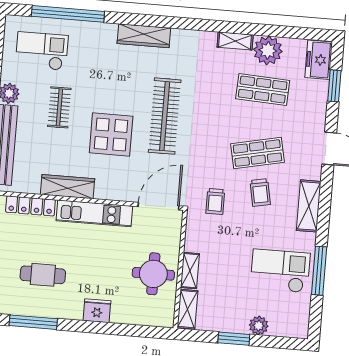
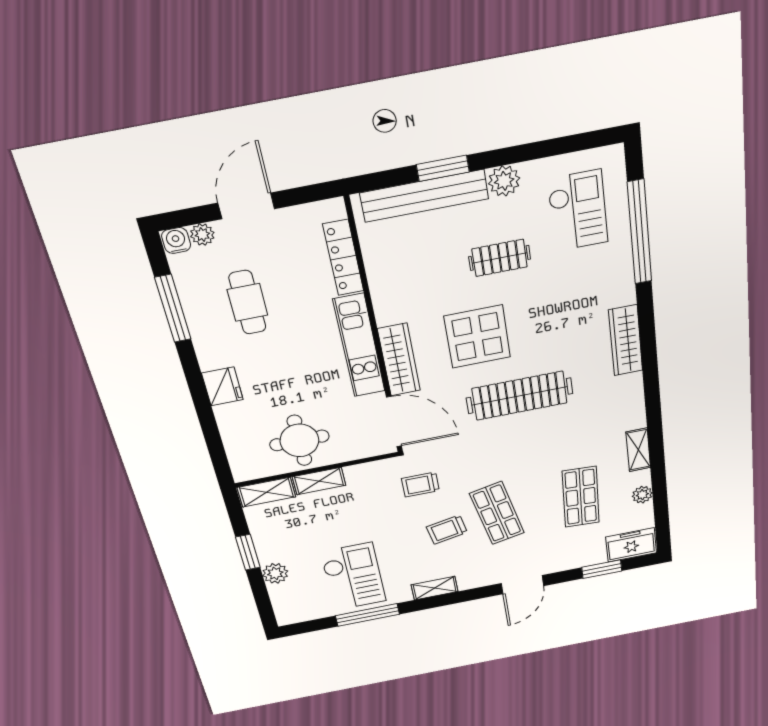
plant: (268, 50) -> (642, 495), width x0.53, depth x0.53
wardrobe: (67, 187) -> (399, 360), moved
shelving: (309, 206) -> (435, 588), width x0.67, depth x0.75

